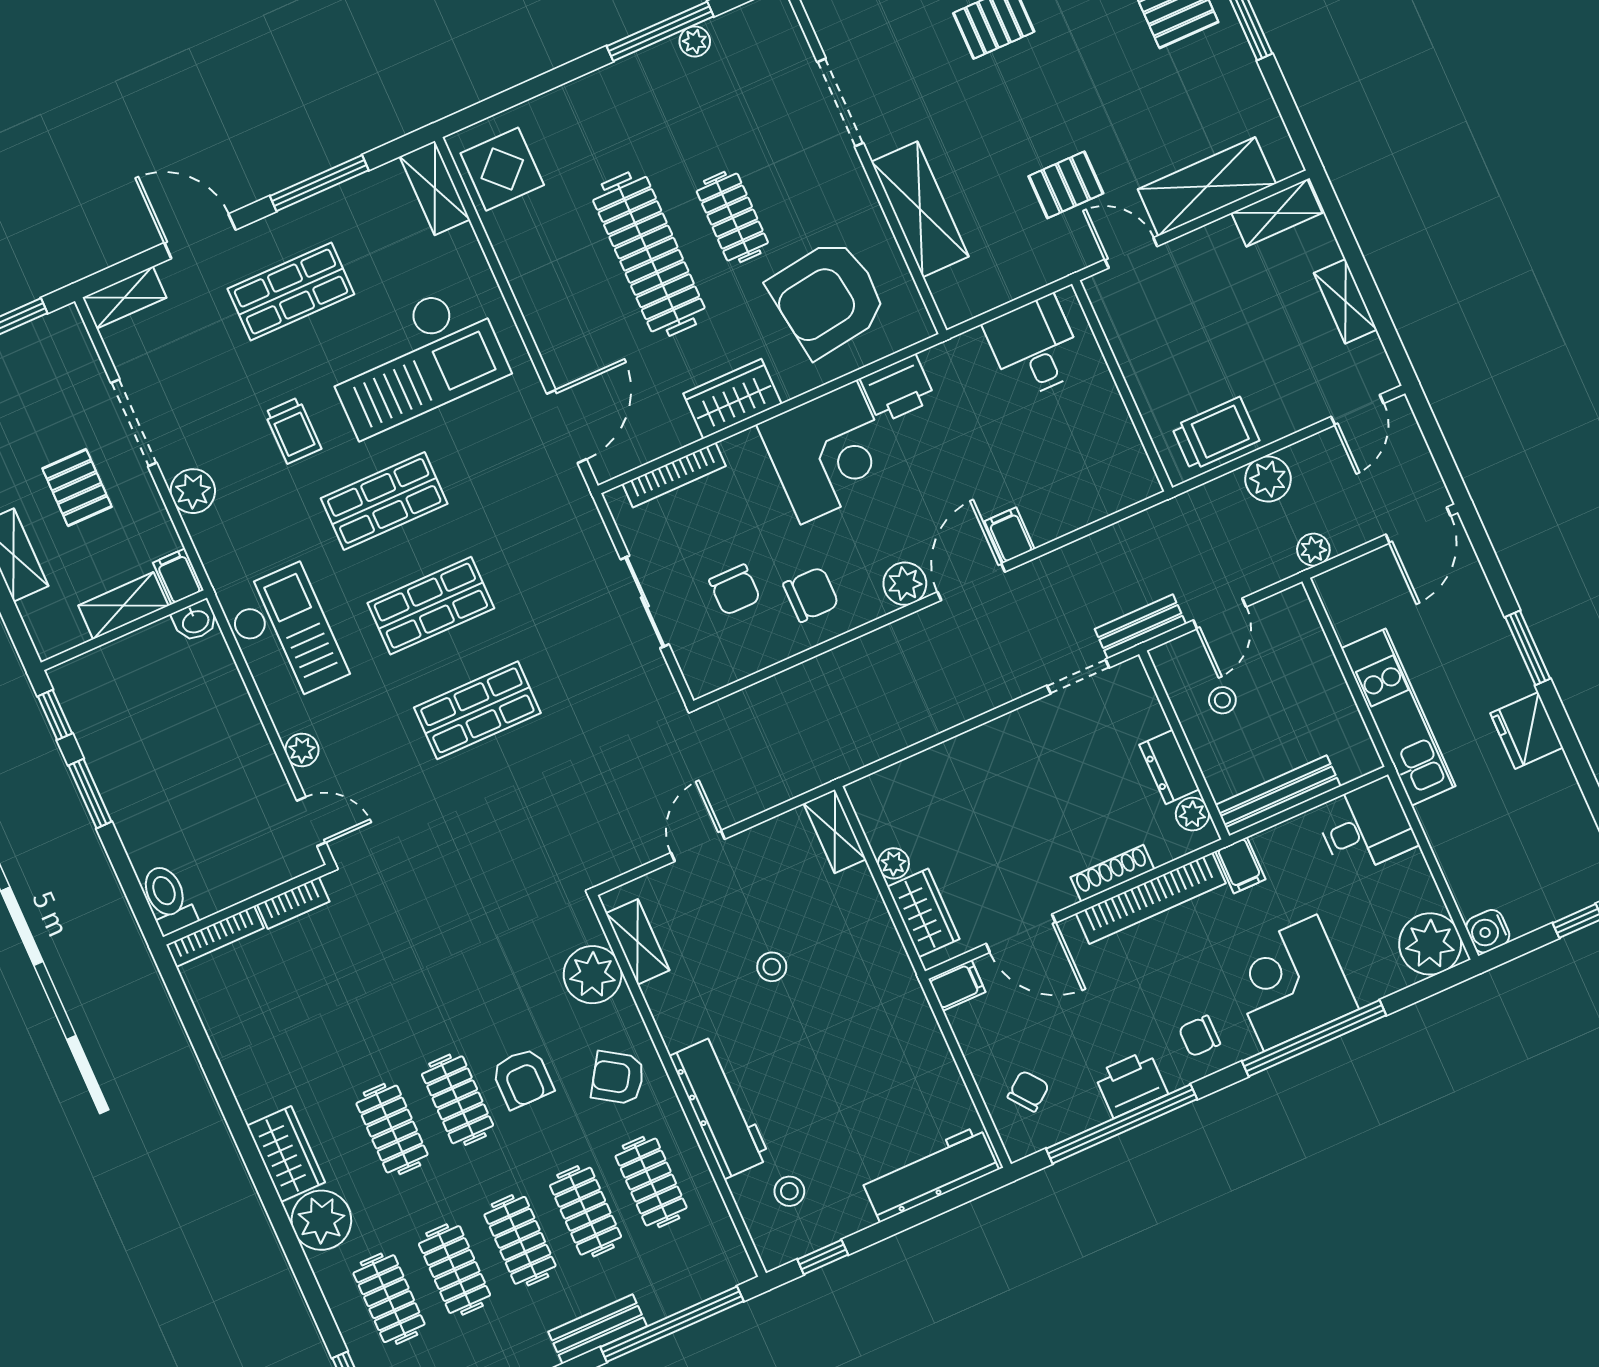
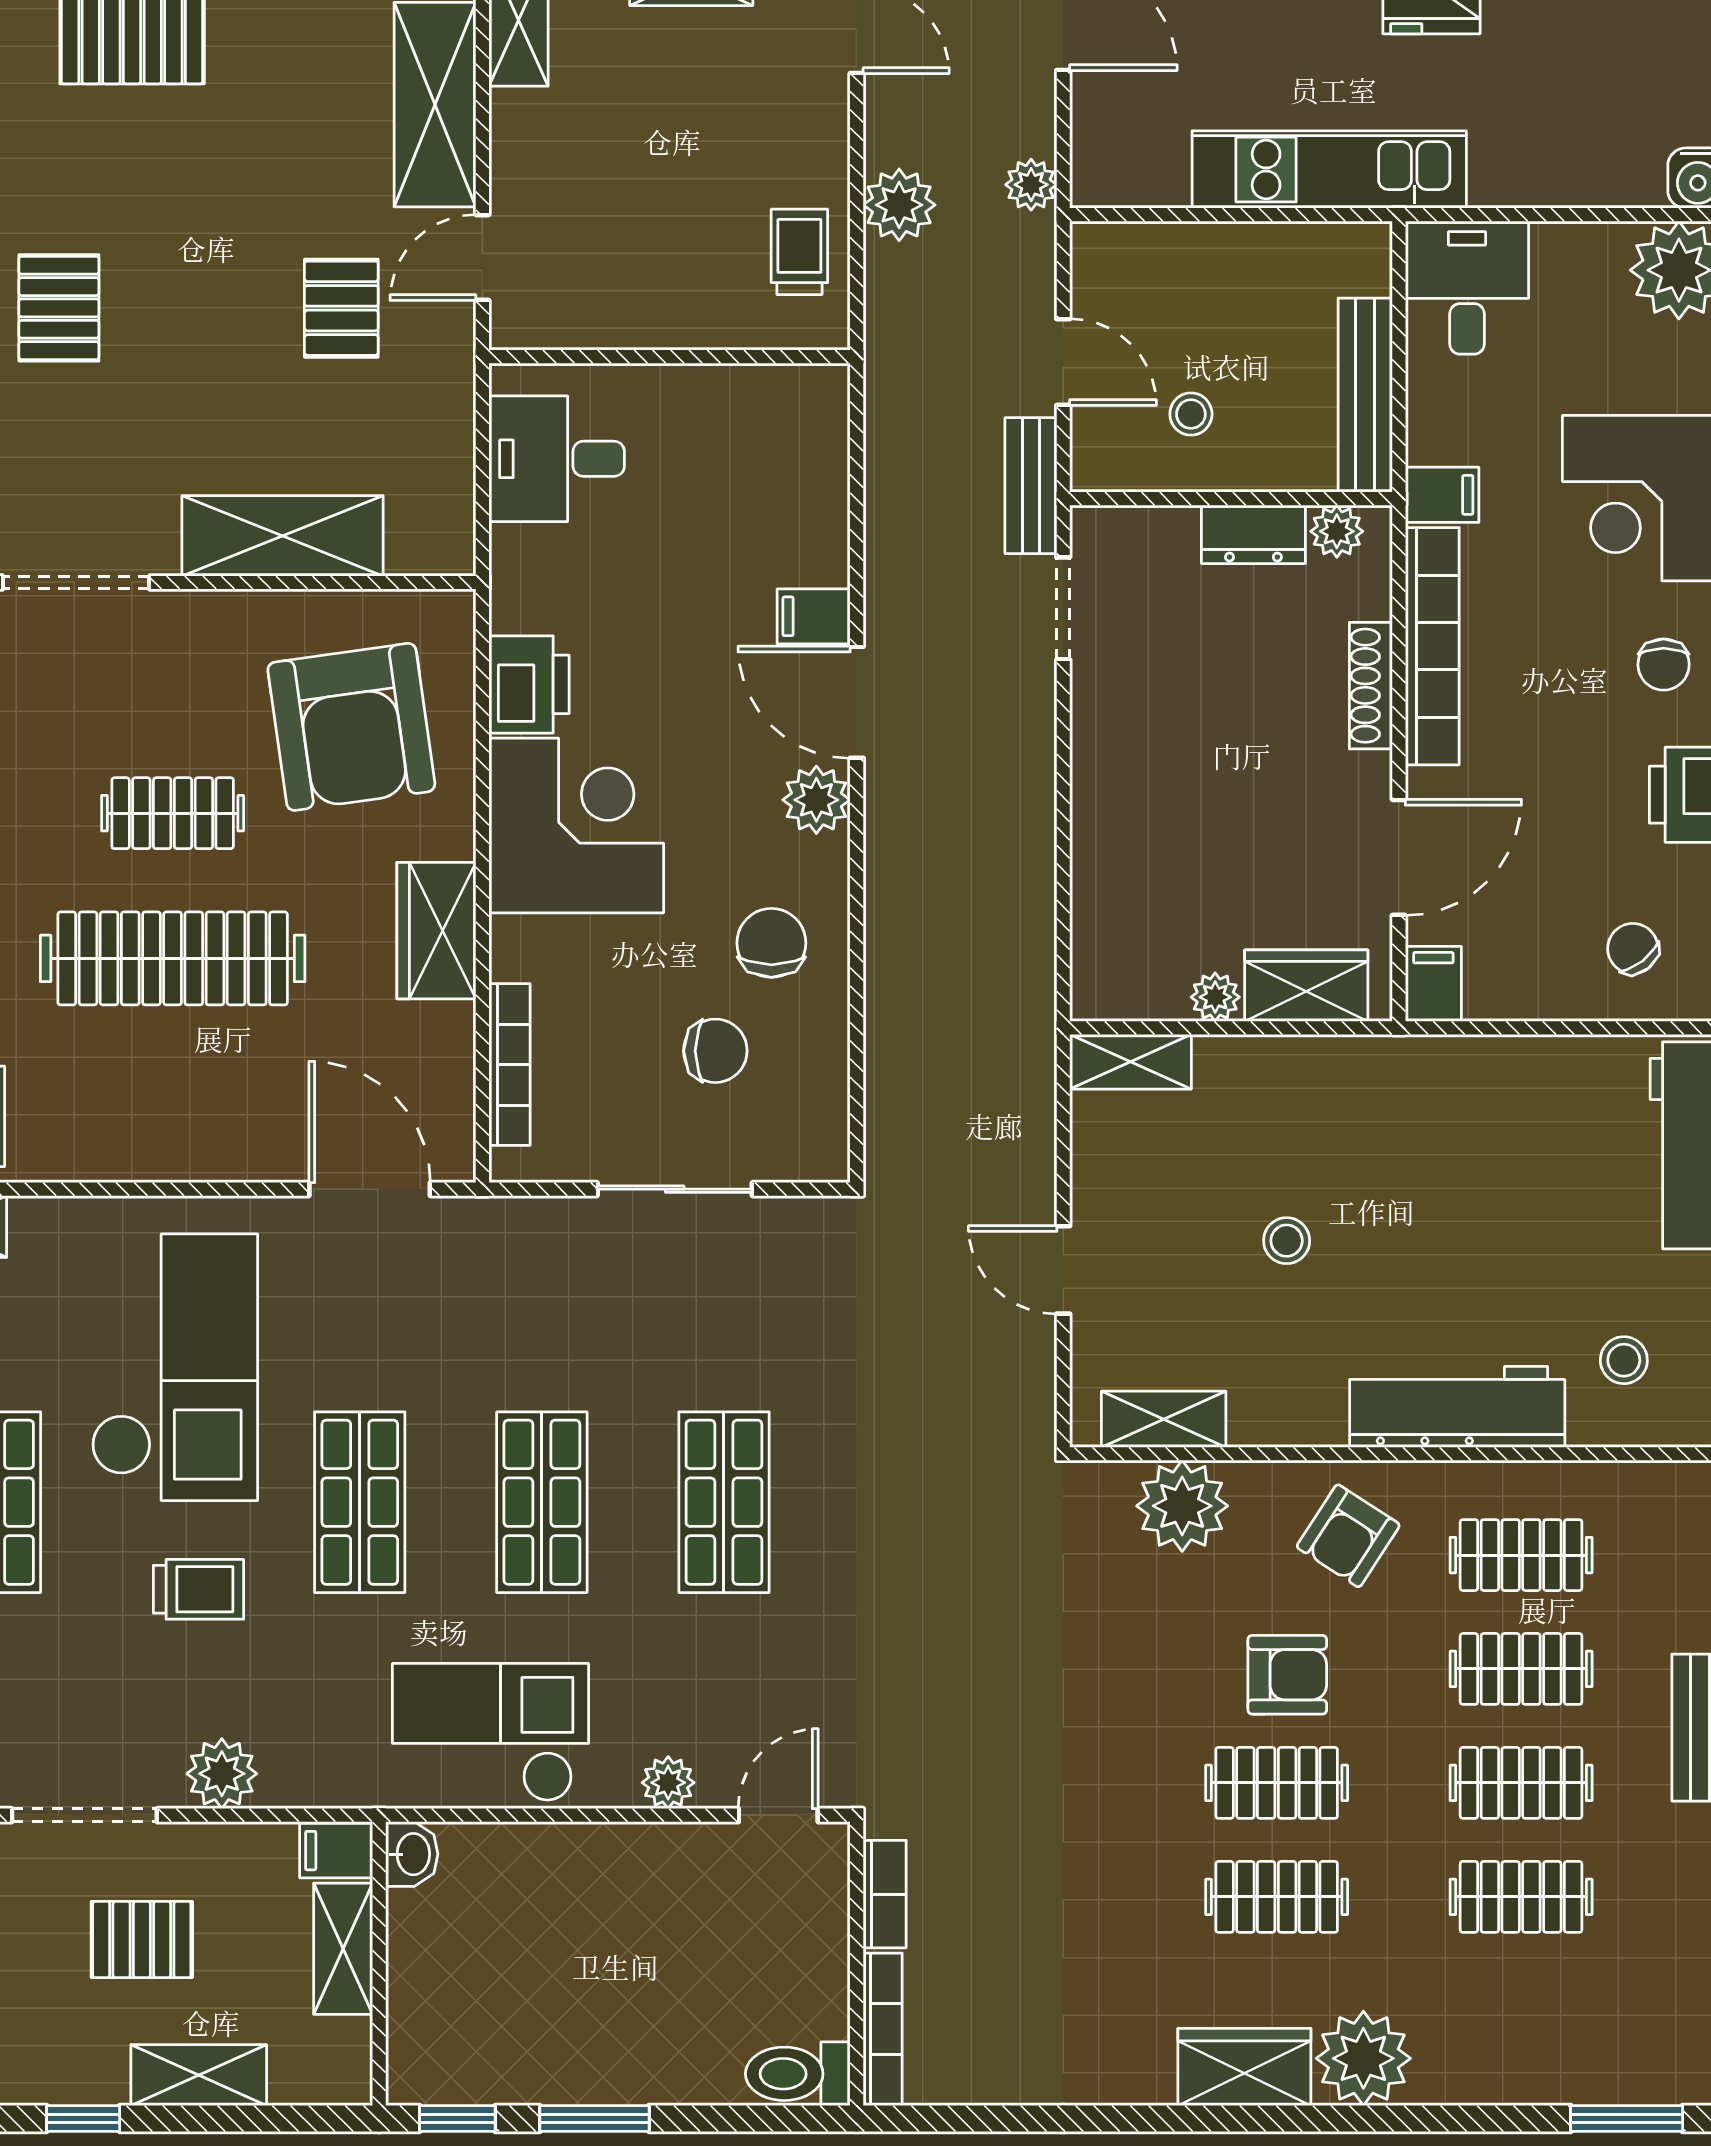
trolley: (1215, 434) -> (799, 252), width x0.73, depth x0.72
clothes rail: (389, 1299) -> (1521, 2011), removed

